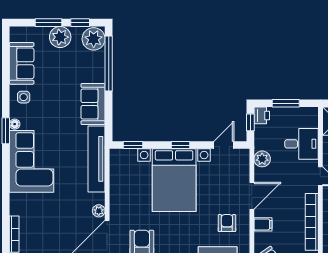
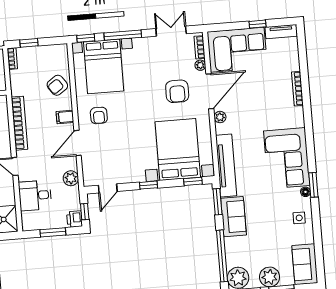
sofa: (22, 63) -> (305, 264), moved
window: (109, 121) -> (218, 202), added
bed with nightstands: (174, 180) -> (178, 149), moved

